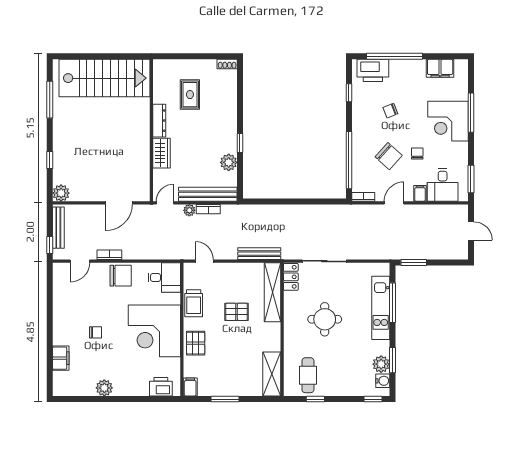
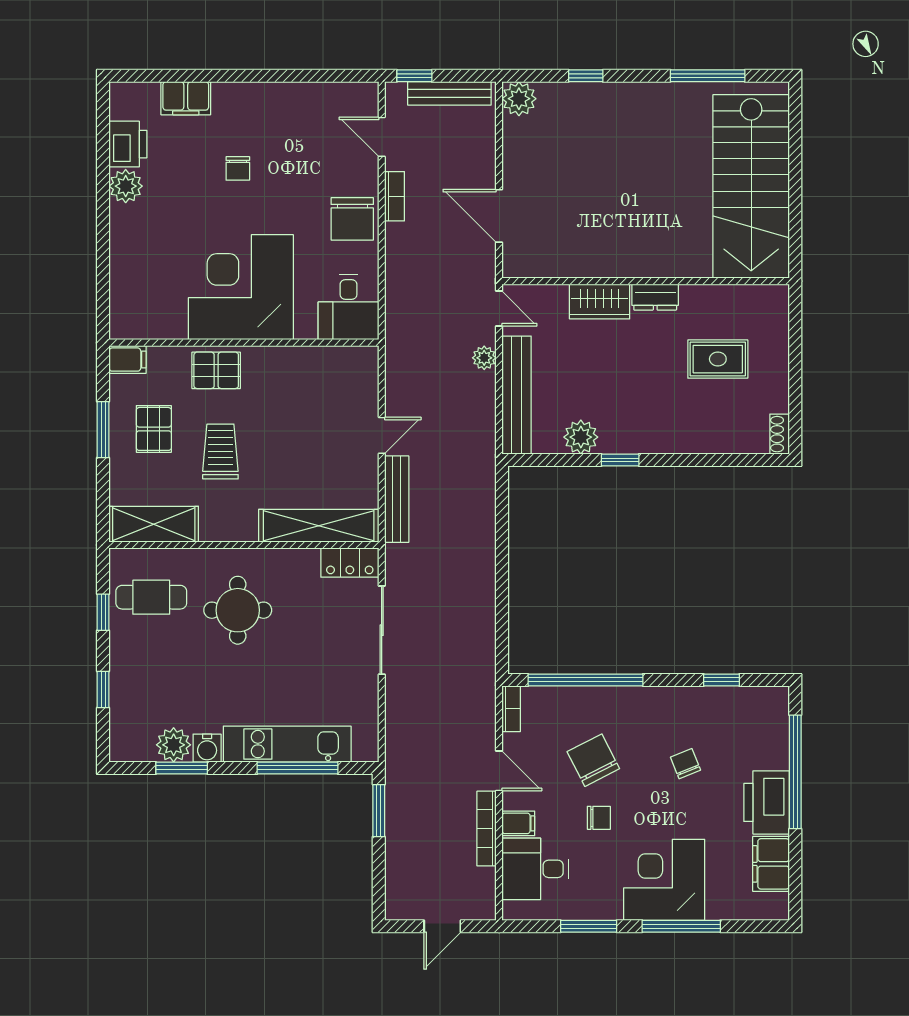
printer: (373, 70) -> (767, 802), moved
dresser: (159, 121) -> (655, 297), width x0.70
chair: (389, 156) -> (593, 760), turned 111
window: (471, 179) -> (589, 926), moved
bookcase: (208, 209) -> (486, 829), moved, width x1.56
door: (204, 261) -> (382, 435), moved
trolley: (194, 303) -> (220, 452), moved, turned 90
pallet: (237, 312) -> (154, 429), moved
round table: (325, 319) -> (238, 610), moved
water cooler: (383, 381) -> (207, 748), moved
printer: (161, 387) -> (128, 144), moved
window: (373, 399) -> (103, 690), moved

